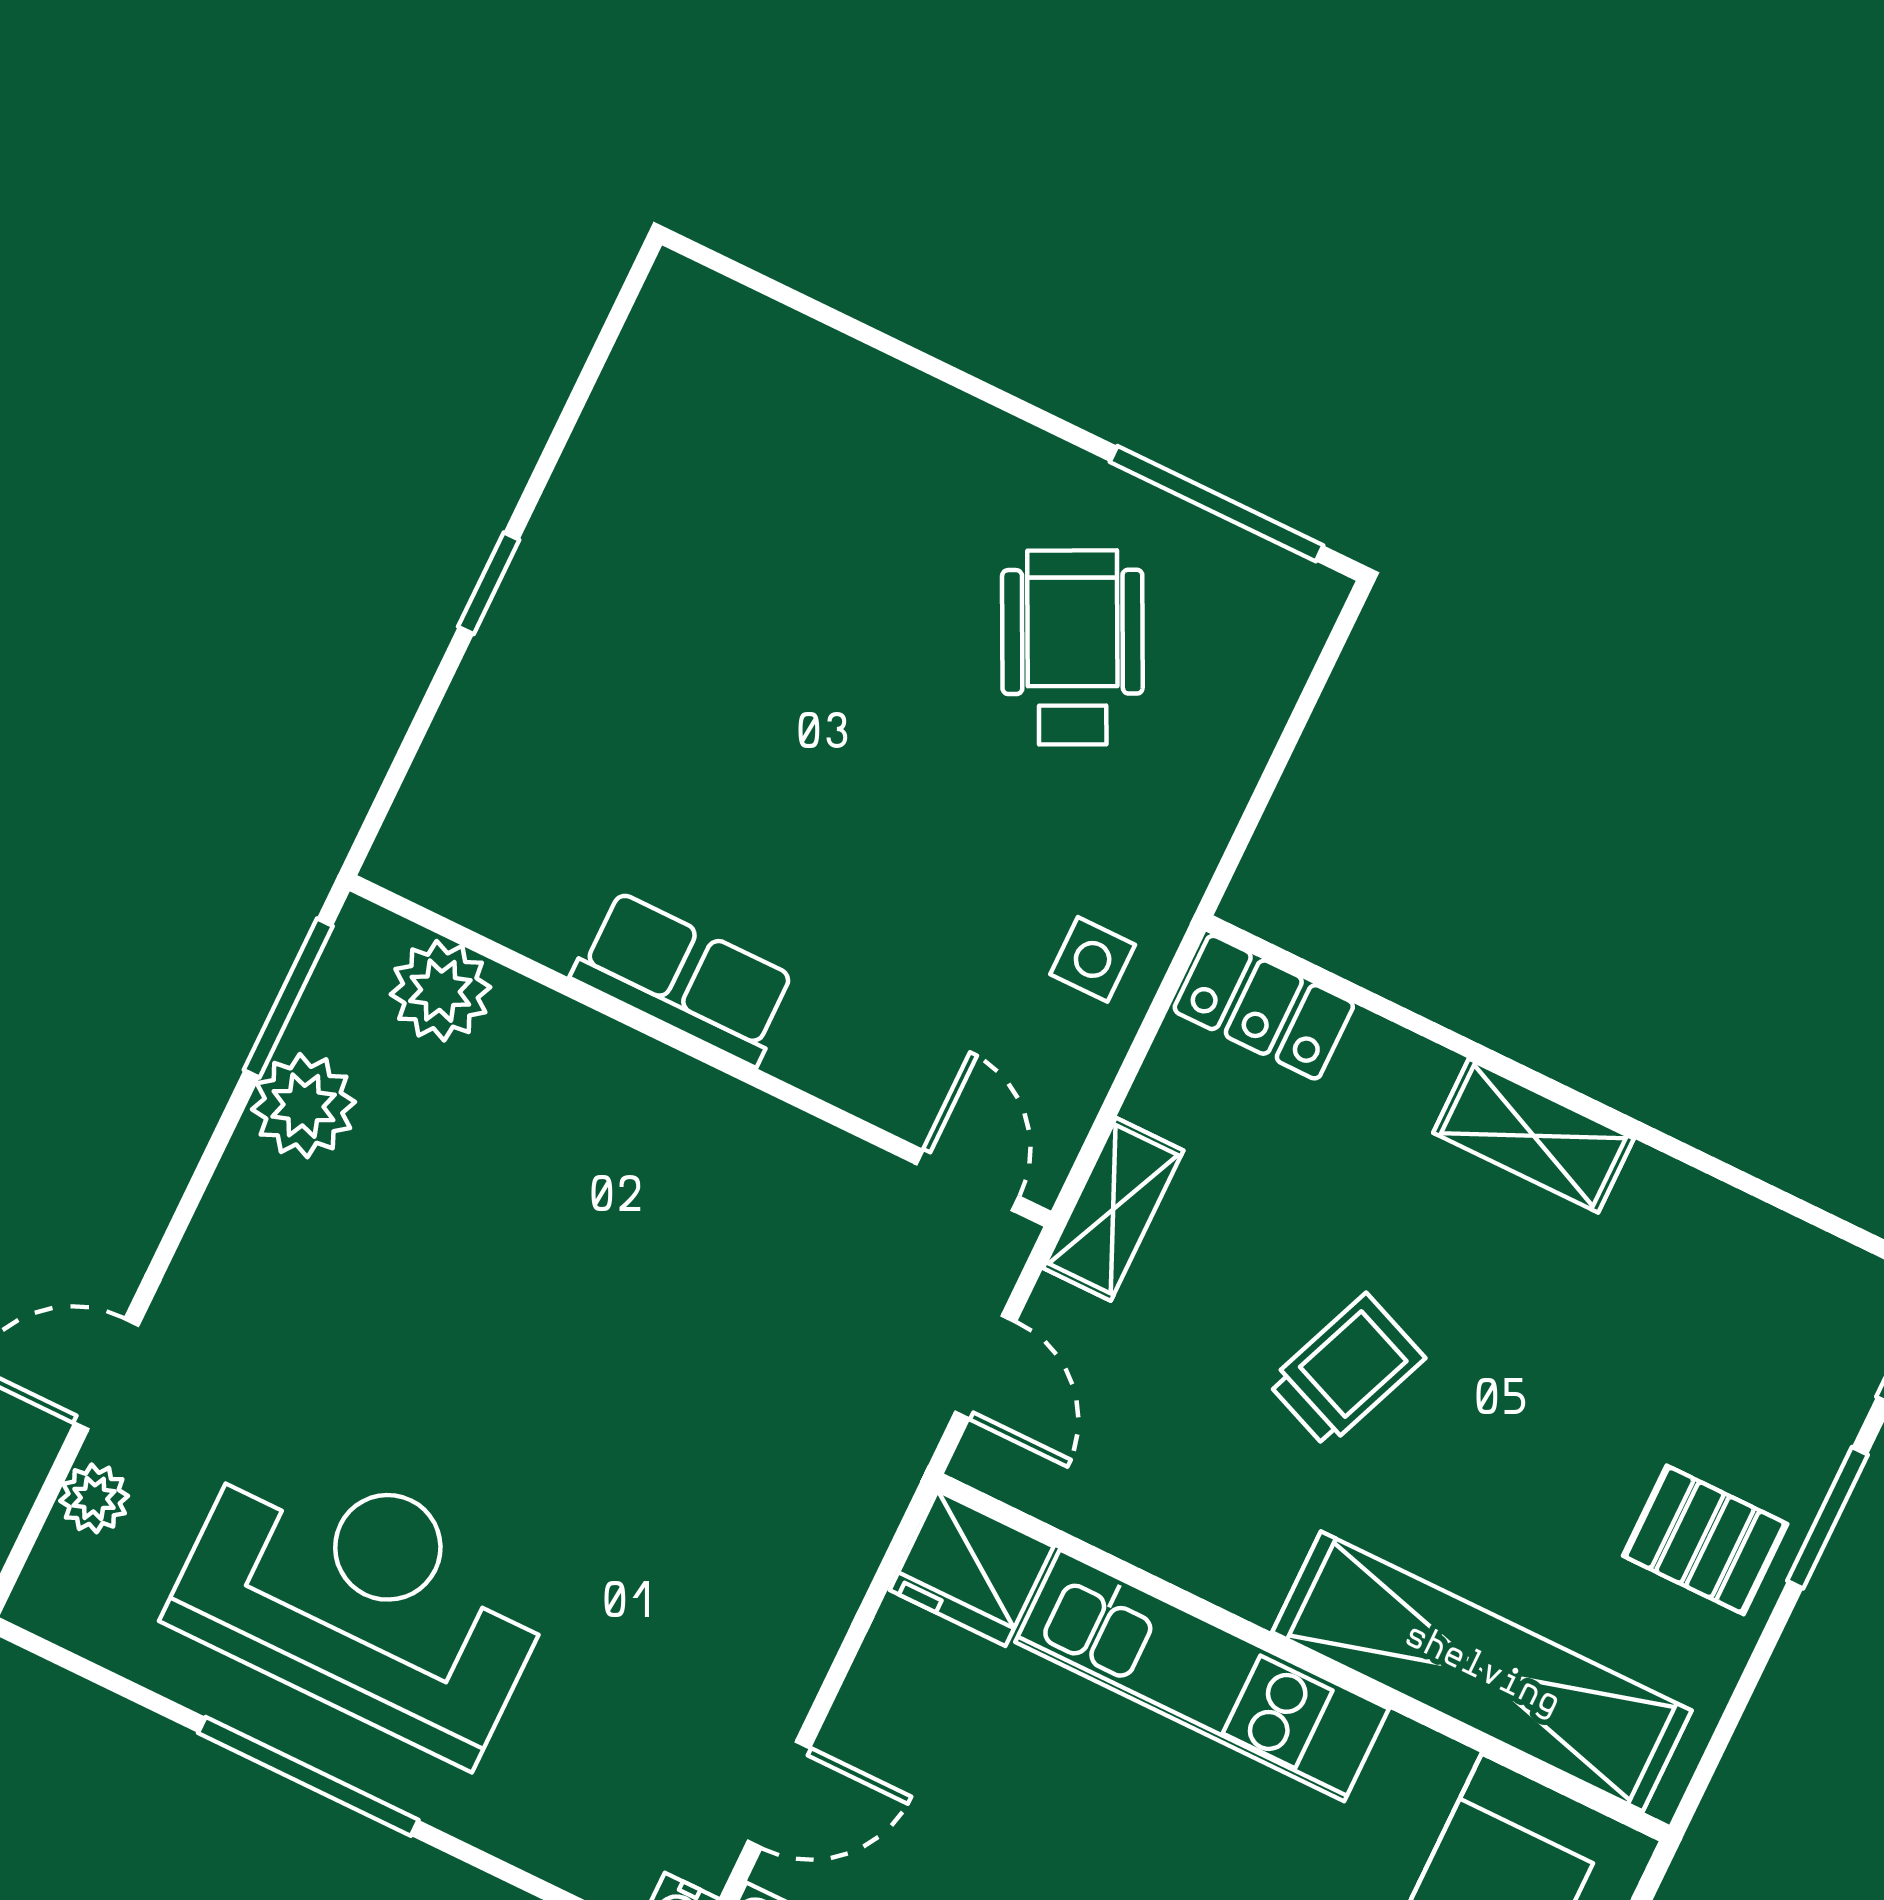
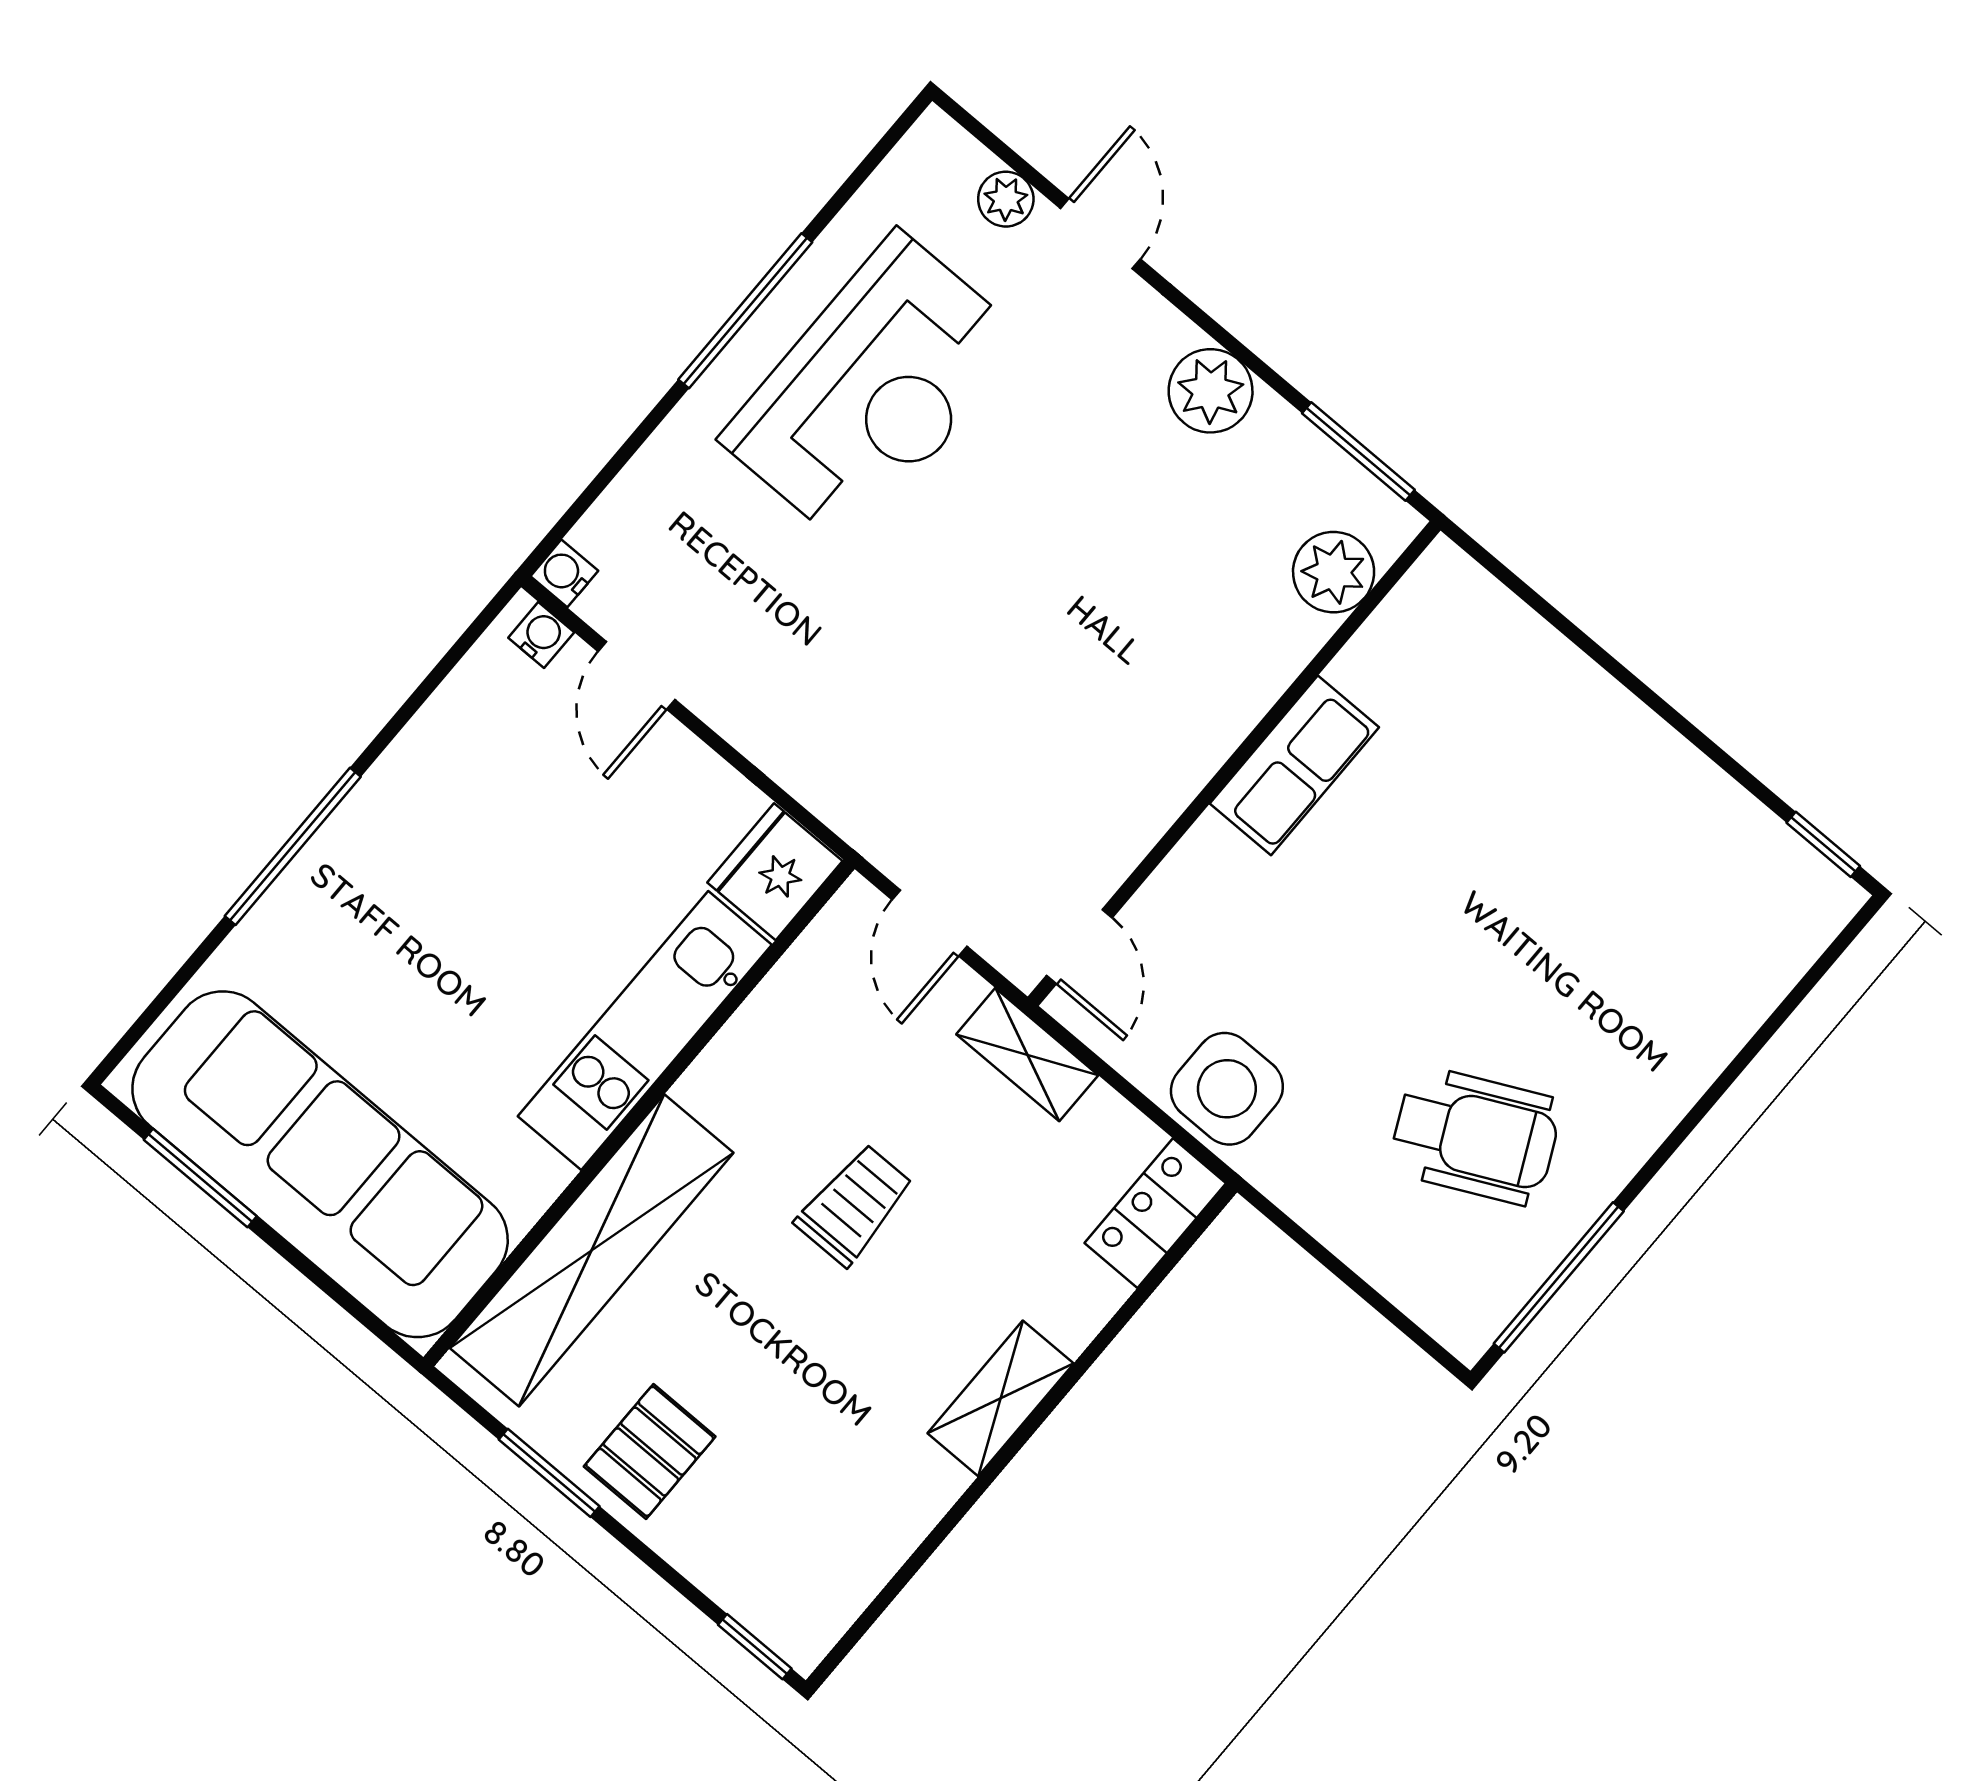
window: (489, 583) -> (1823, 844), moved
side table: (1093, 959) -> (1227, 1089), width x1.87, depth x1.87
plant: (304, 1106) -> (1211, 391), moved
door: (968, 1180) -> (1079, 947), hinge flipped
door: (985, 1367) -> (930, 923), hinge flipped
trolley: (1346, 1370) -> (854, 1205), turned -112
window: (1827, 1518) -> (549, 1473), moved

